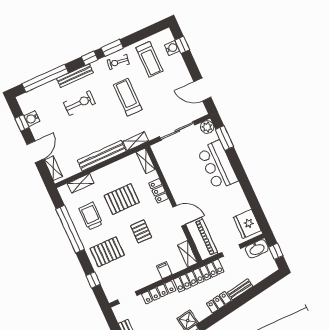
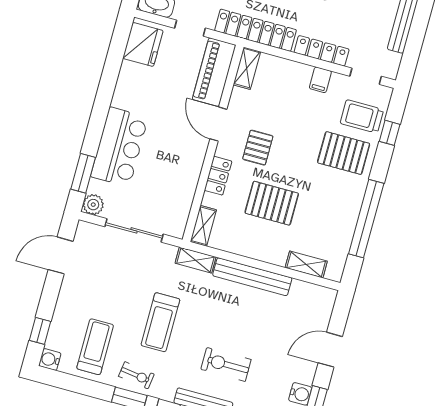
water cooler: (172, 48) -> (50, 359), moved
door: (202, 90) -> (61, 255), swing flipped
shelving: (53, 168) -> (324, 311), removed
trolley: (91, 216) -> (362, 116), moved, turned 90
pallet: (141, 231) -> (258, 148), moved
filing cabinet: (164, 270) -> (320, 80), moved

